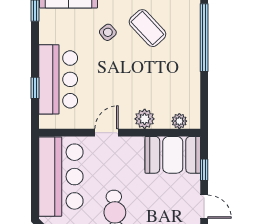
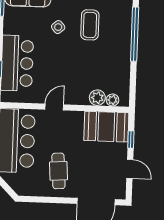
coffee table: (147, 28) -> (90, 25), turned 43
plant: (145, 119) -> (97, 98), moved

